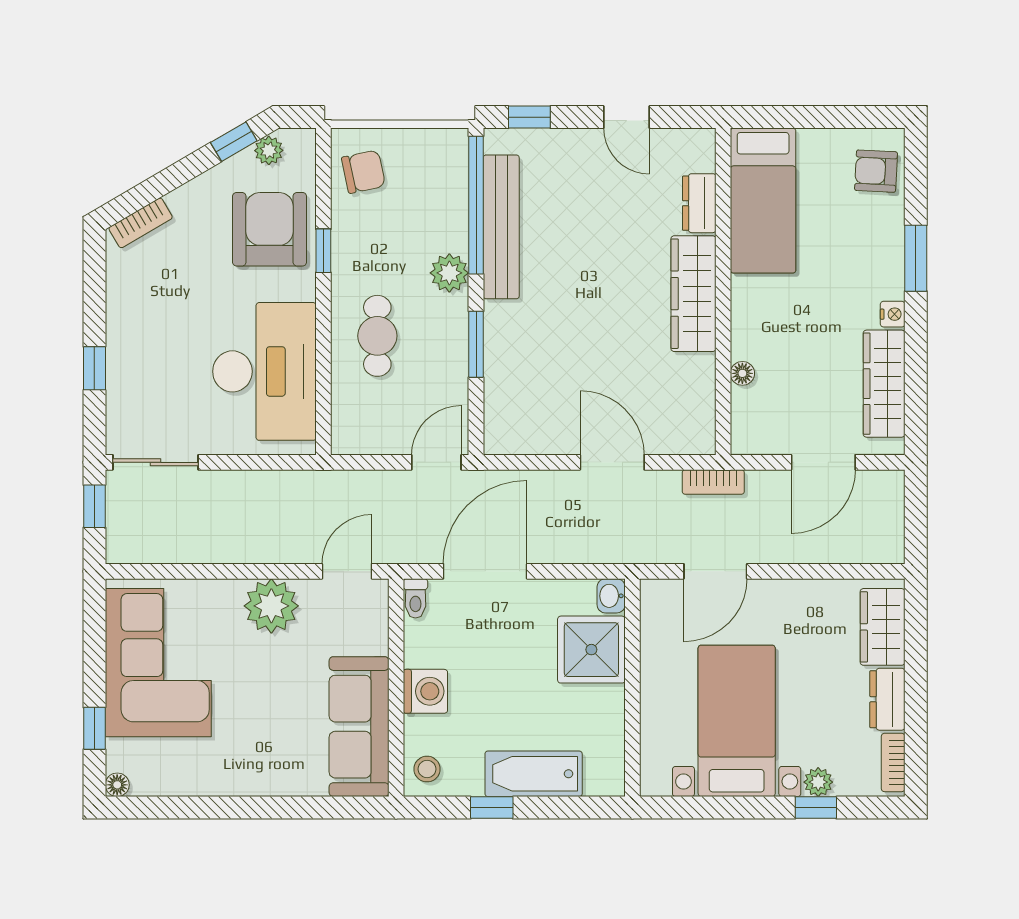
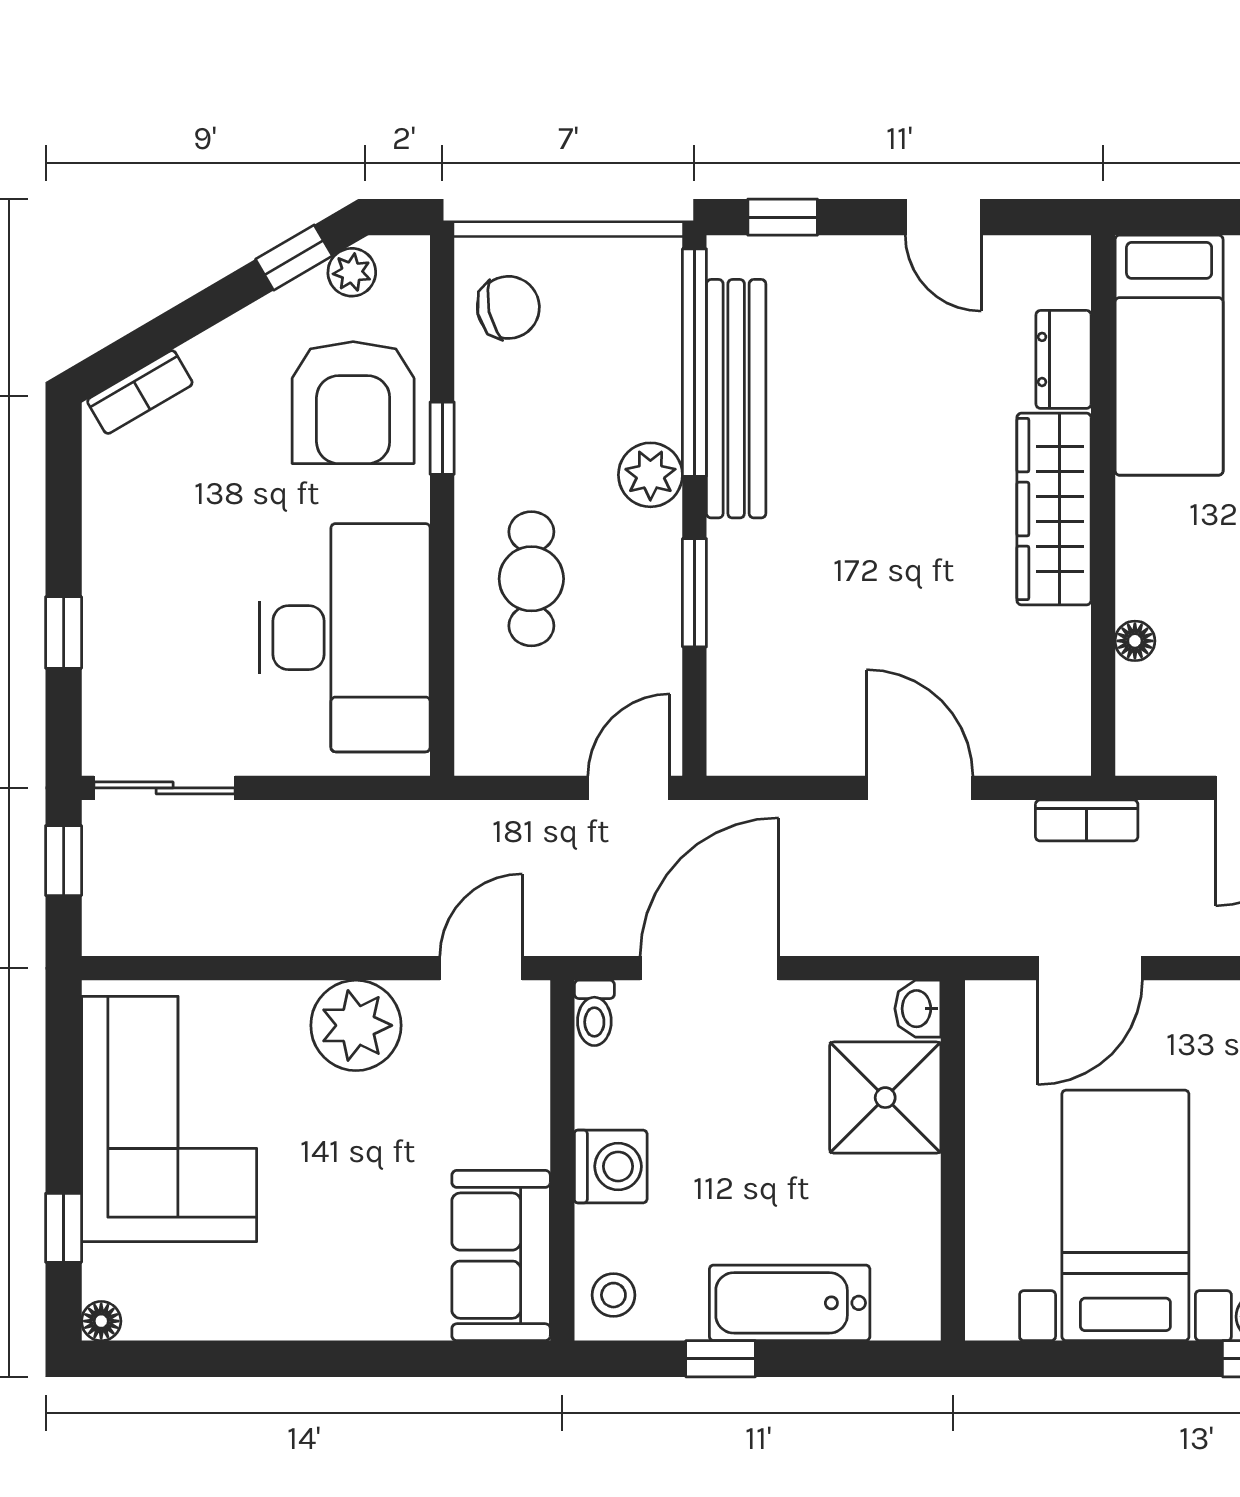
armchair: (270, 229) -> (353, 403), turned 180
sofa: (359, 727) -> (501, 1256), width x0.73

